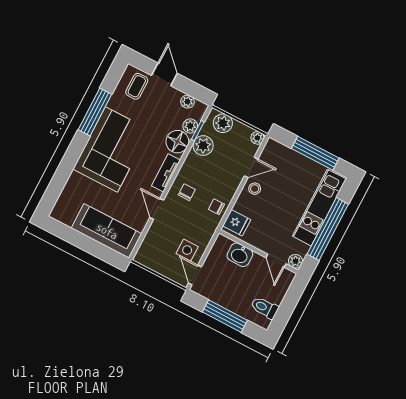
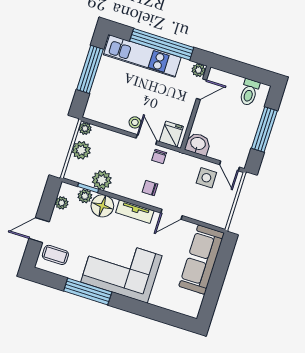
plant: (223, 123) -> (81, 150), moved
door: (251, 167) -> (147, 140), moved
washbasin: (240, 255) -> (198, 144), moved, turned -90
door: (195, 275) -> (229, 166), hinge flipped

